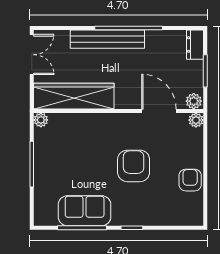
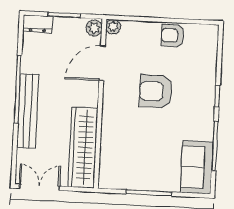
plant: (41, 120) -> (105, 182), removed
sofa: (85, 211) -> (197, 167), moved

